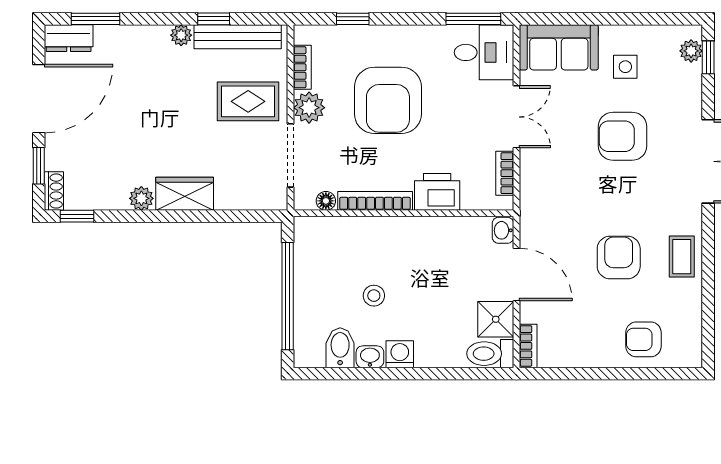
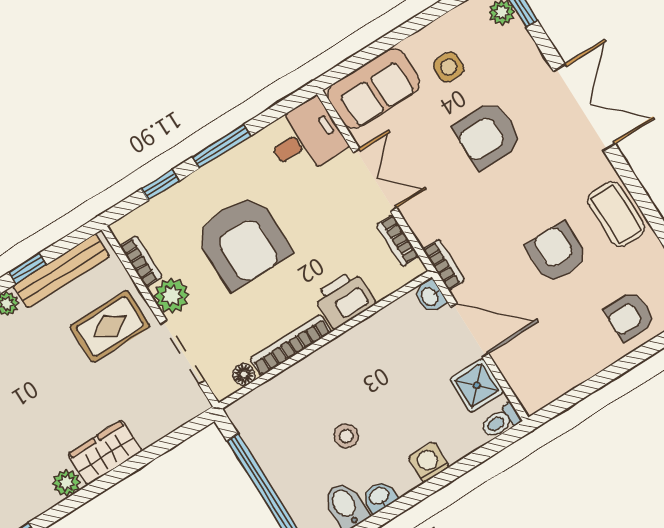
window: (473, 19) -> (222, 146), moved
coffee table: (682, 257) -> (616, 214), width x1.36, depth x1.30
bookcase: (528, 346) -> (444, 265), moved
washing machine: (400, 354) -> (429, 462), moved
toilet: (490, 354) -> (501, 421), width x0.73, depth x0.72

